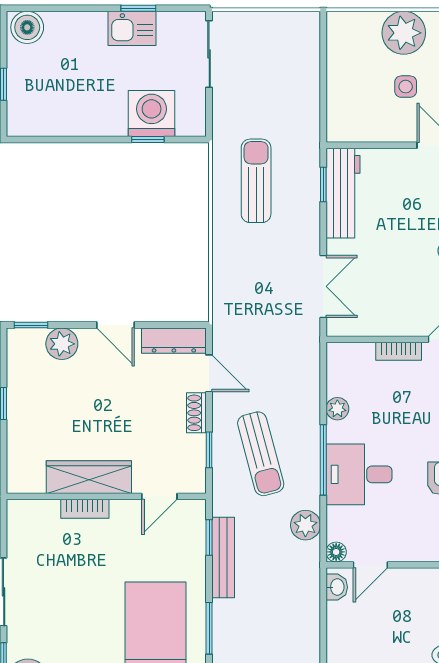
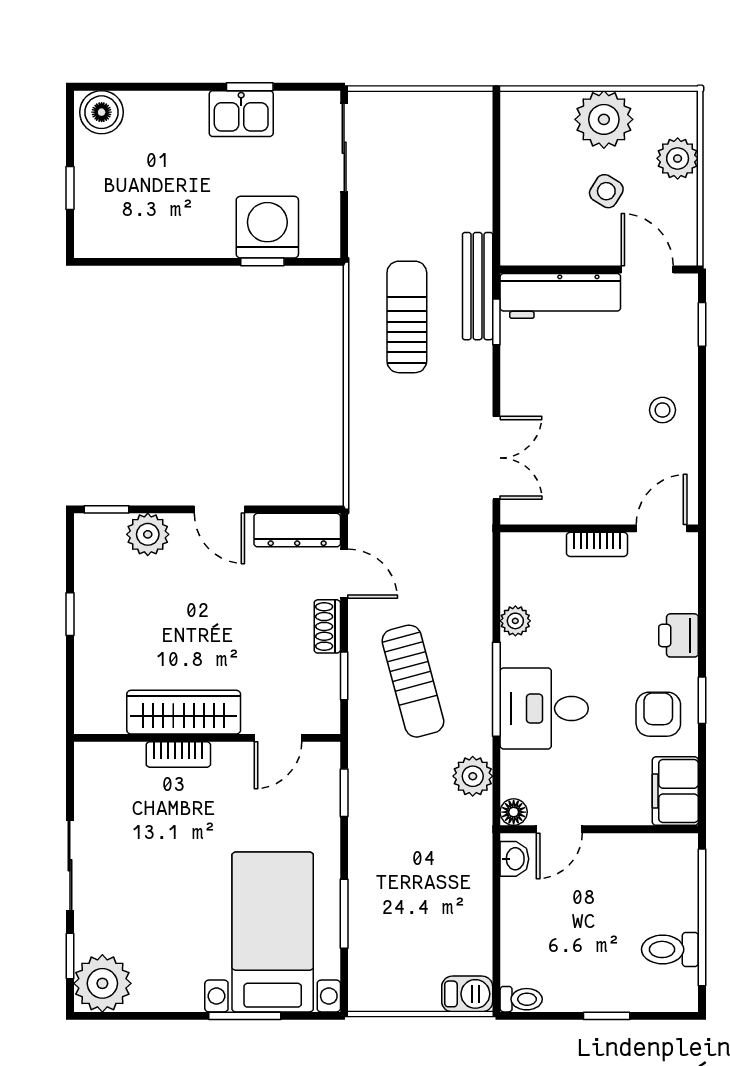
side table: (406, 87) -> (606, 191), turned 32
workbench: (343, 193) -> (560, 296), moved, turned 90
bench: (223, 558) -> (478, 286), moved

